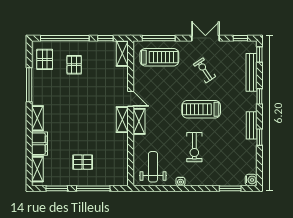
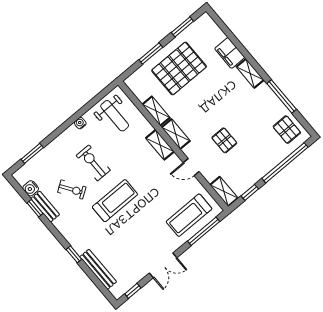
window: (259, 55) -> (104, 291), removed
pallet: (74, 65) -> (224, 140), moved
exercise bike: (205, 70) -> (72, 190), moved
door: (131, 99) -> (191, 167), moved
bench: (252, 125) -> (45, 207), moved
window: (259, 137) -> (35, 208), moved
pallet: (83, 162) -> (179, 68), width x2.05, depth x2.00
shelving: (37, 169) -> (156, 111), moved
water cooler: (251, 180) -> (31, 188), moved
window: (93, 188) -> (151, 53), width x0.69

